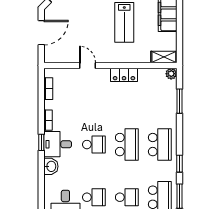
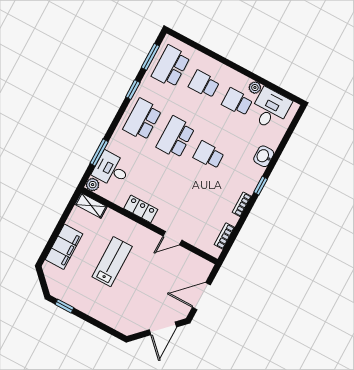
door: (88, 65) -> (172, 238), hinge flipped
desk: (58, 144) -> (111, 169), moved, turned 180

